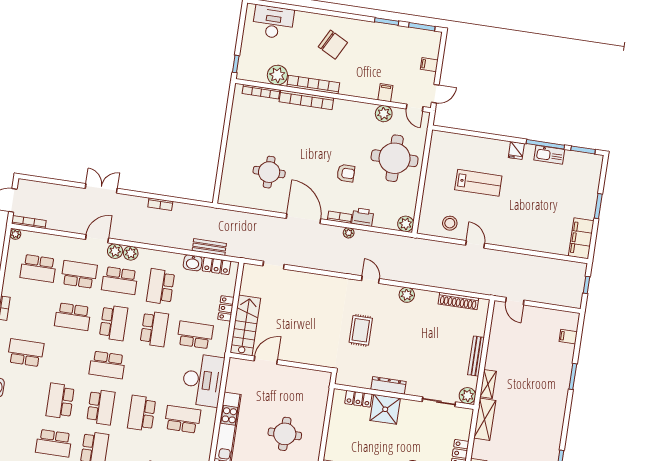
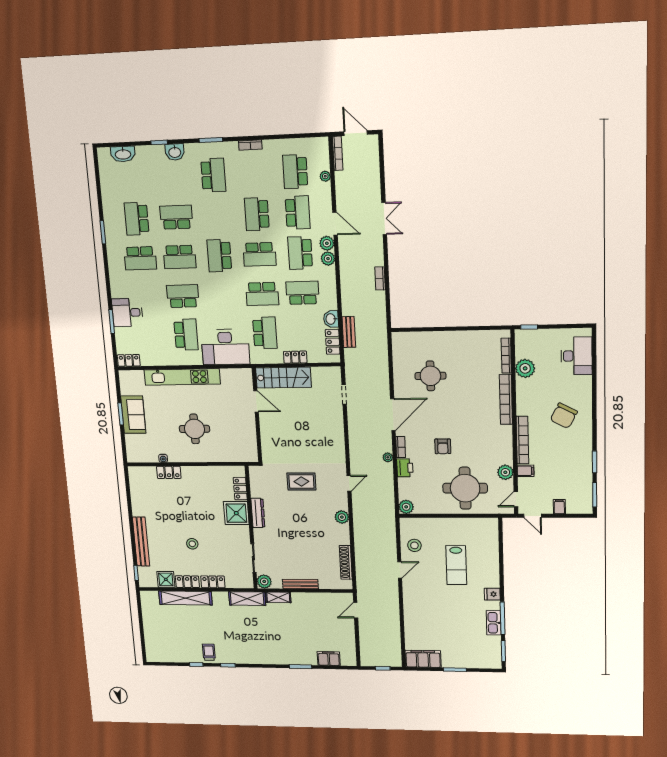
bookcase: (313, 85) -> (522, 440), moved
plant: (15, 234) -> (325, 176), moved
filing cabinet: (568, 337) -> (329, 659), width x2.00

